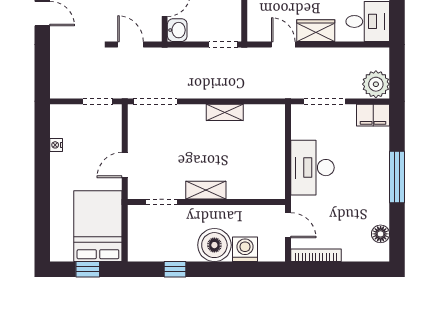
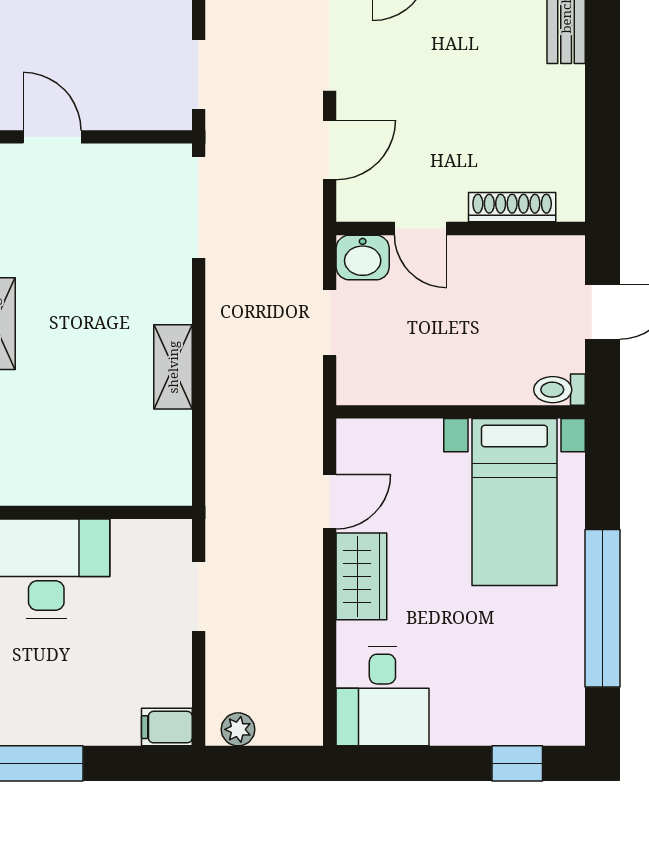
doorway: (223, 44) -> (330, 323), moved
plant: (376, 84) -> (238, 729), width x0.53, depth x0.53
doorway: (324, 101) -> (199, 596), width x0.73
filing cabinet: (373, 115) -> (167, 727), width x0.50

